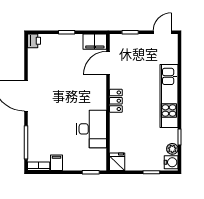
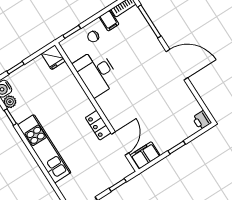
locker: (116, 101) -> (98, 125), moved
chair: (76, 158) -> (93, 37), added

